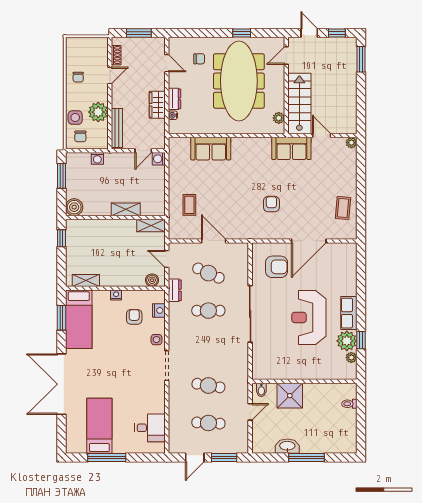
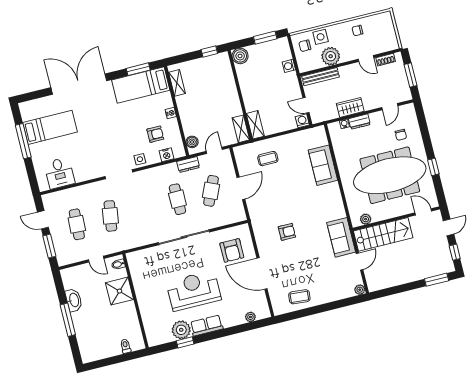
shelving: (126, 209) -> (255, 125), moved
plant: (351, 357) -> (250, 317), moved

